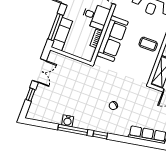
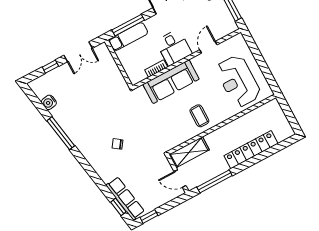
water cooler: (68, 121) -> (49, 102), moved
window: (100, 135) -> (118, 207), moved

